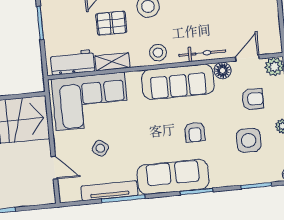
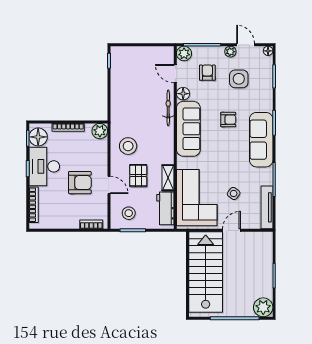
stool: (158, 53) -> (129, 213), moved
door: (54, 168) -> (231, 230), moved
tv unit: (109, 191) -> (267, 207), moved

